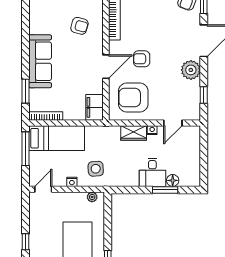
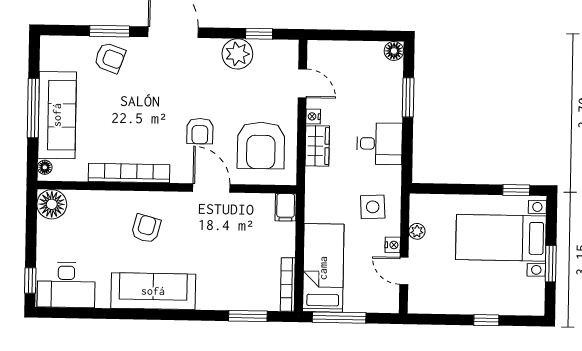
sofa: (40, 61) -> (153, 291), moved
plant: (191, 70) -> (237, 54), moved
filing cabinet: (94, 107) -> (286, 207), width x0.50
desk: (152, 172) -> (379, 144), moved
floor lamp: (173, 180) -> (394, 51), moved
door: (43, 189) -> (404, 271), moved
plant: (92, 197) -> (417, 231), moved

